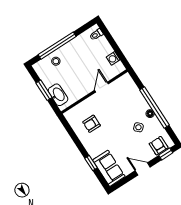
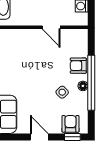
door: (101, 87) -> (51, 27), swing flipped
armchair: (92, 124) -> (78, 66), moved

